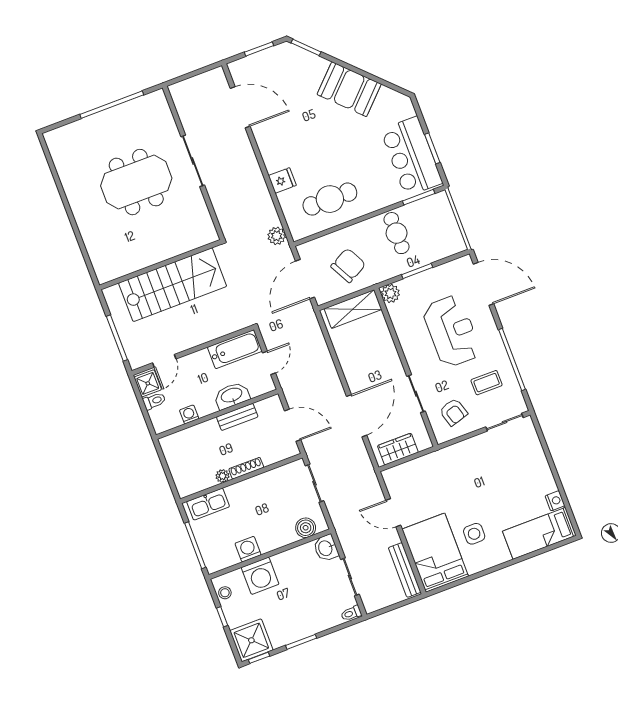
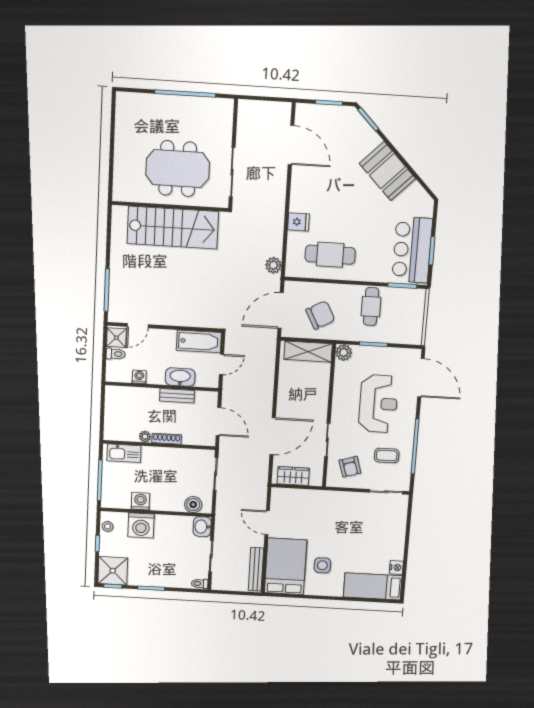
wall: (161, 265) -> (170, 207), moved
stairs: (173, 285) -> (173, 228), moved

